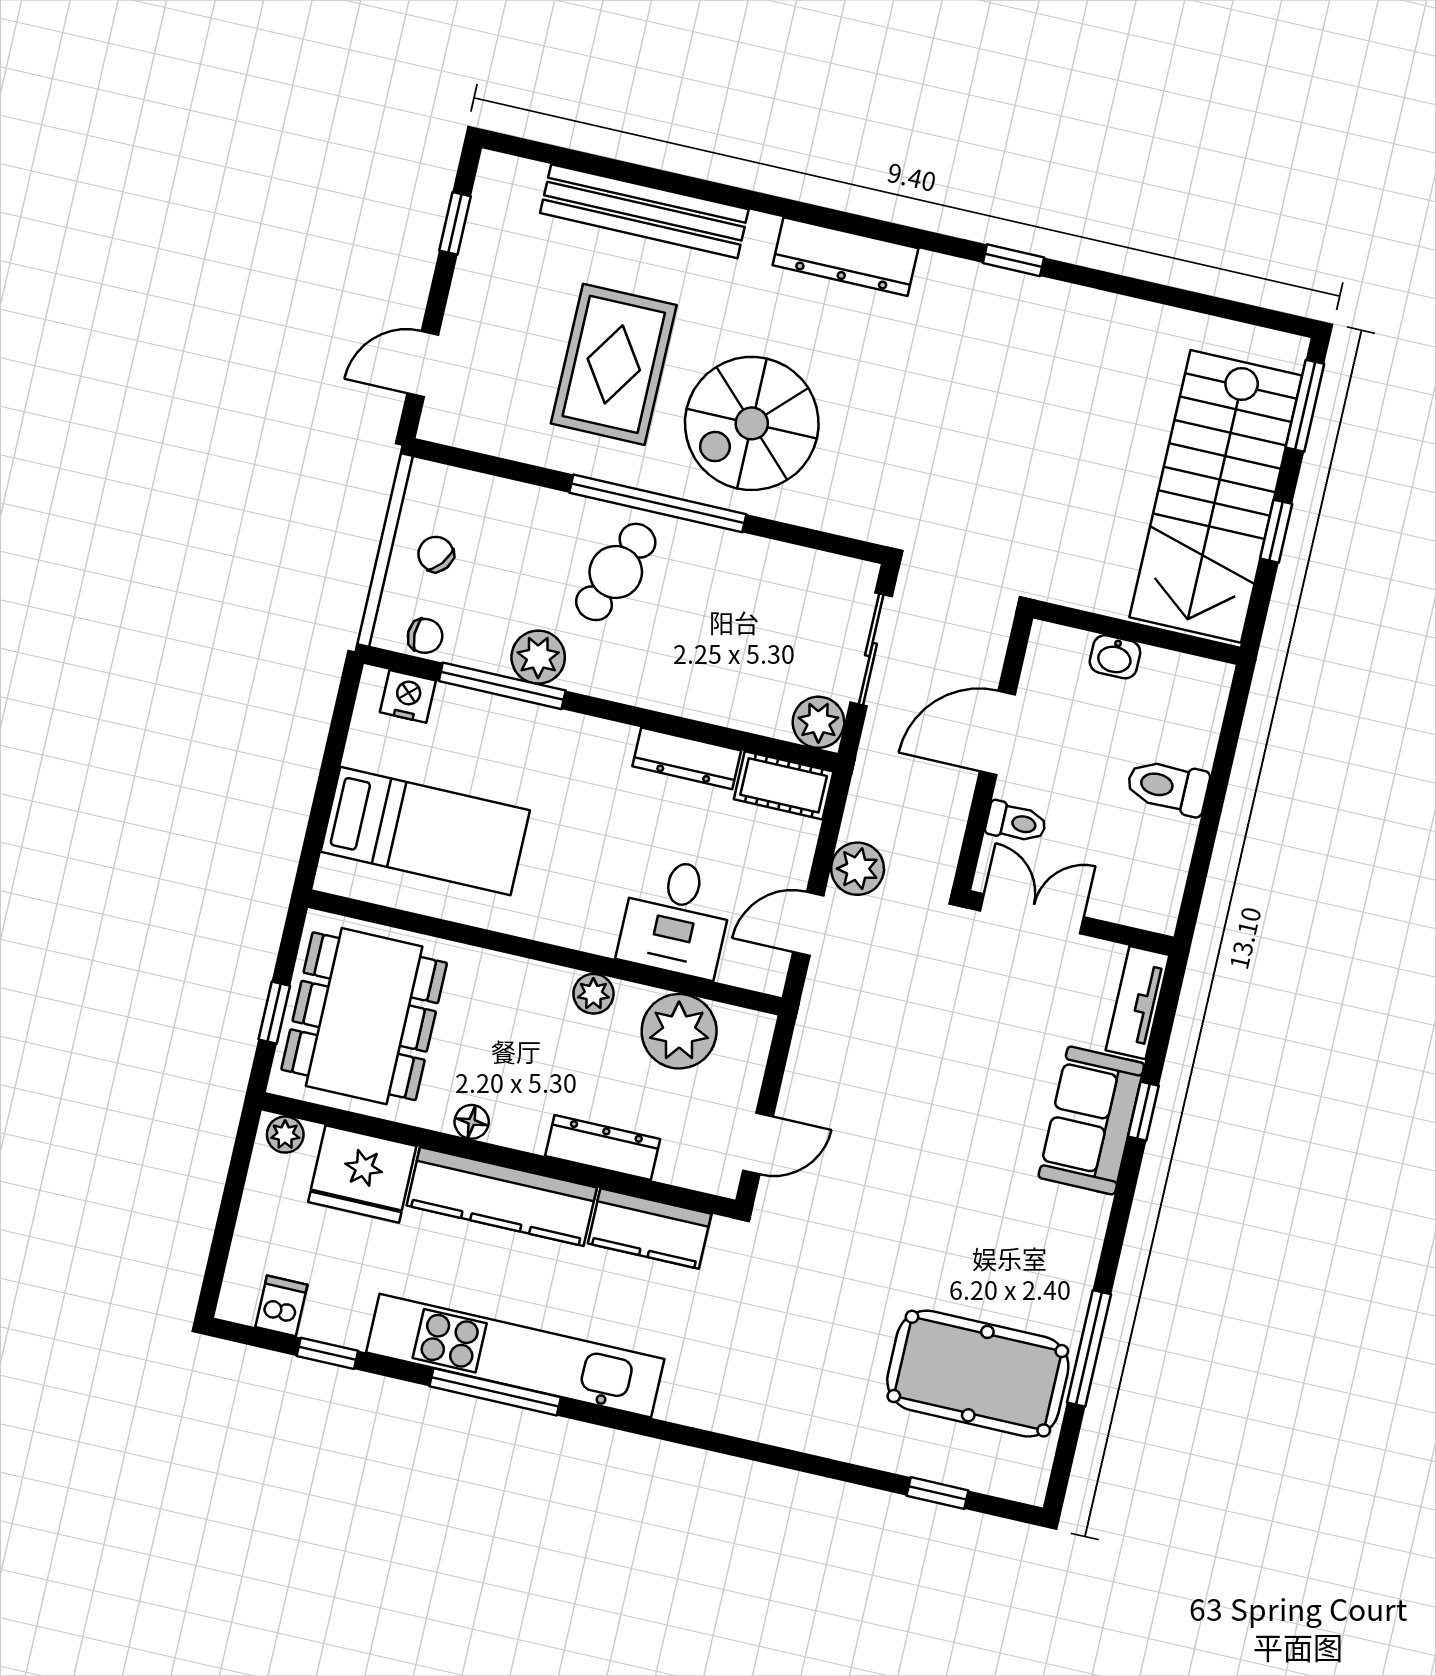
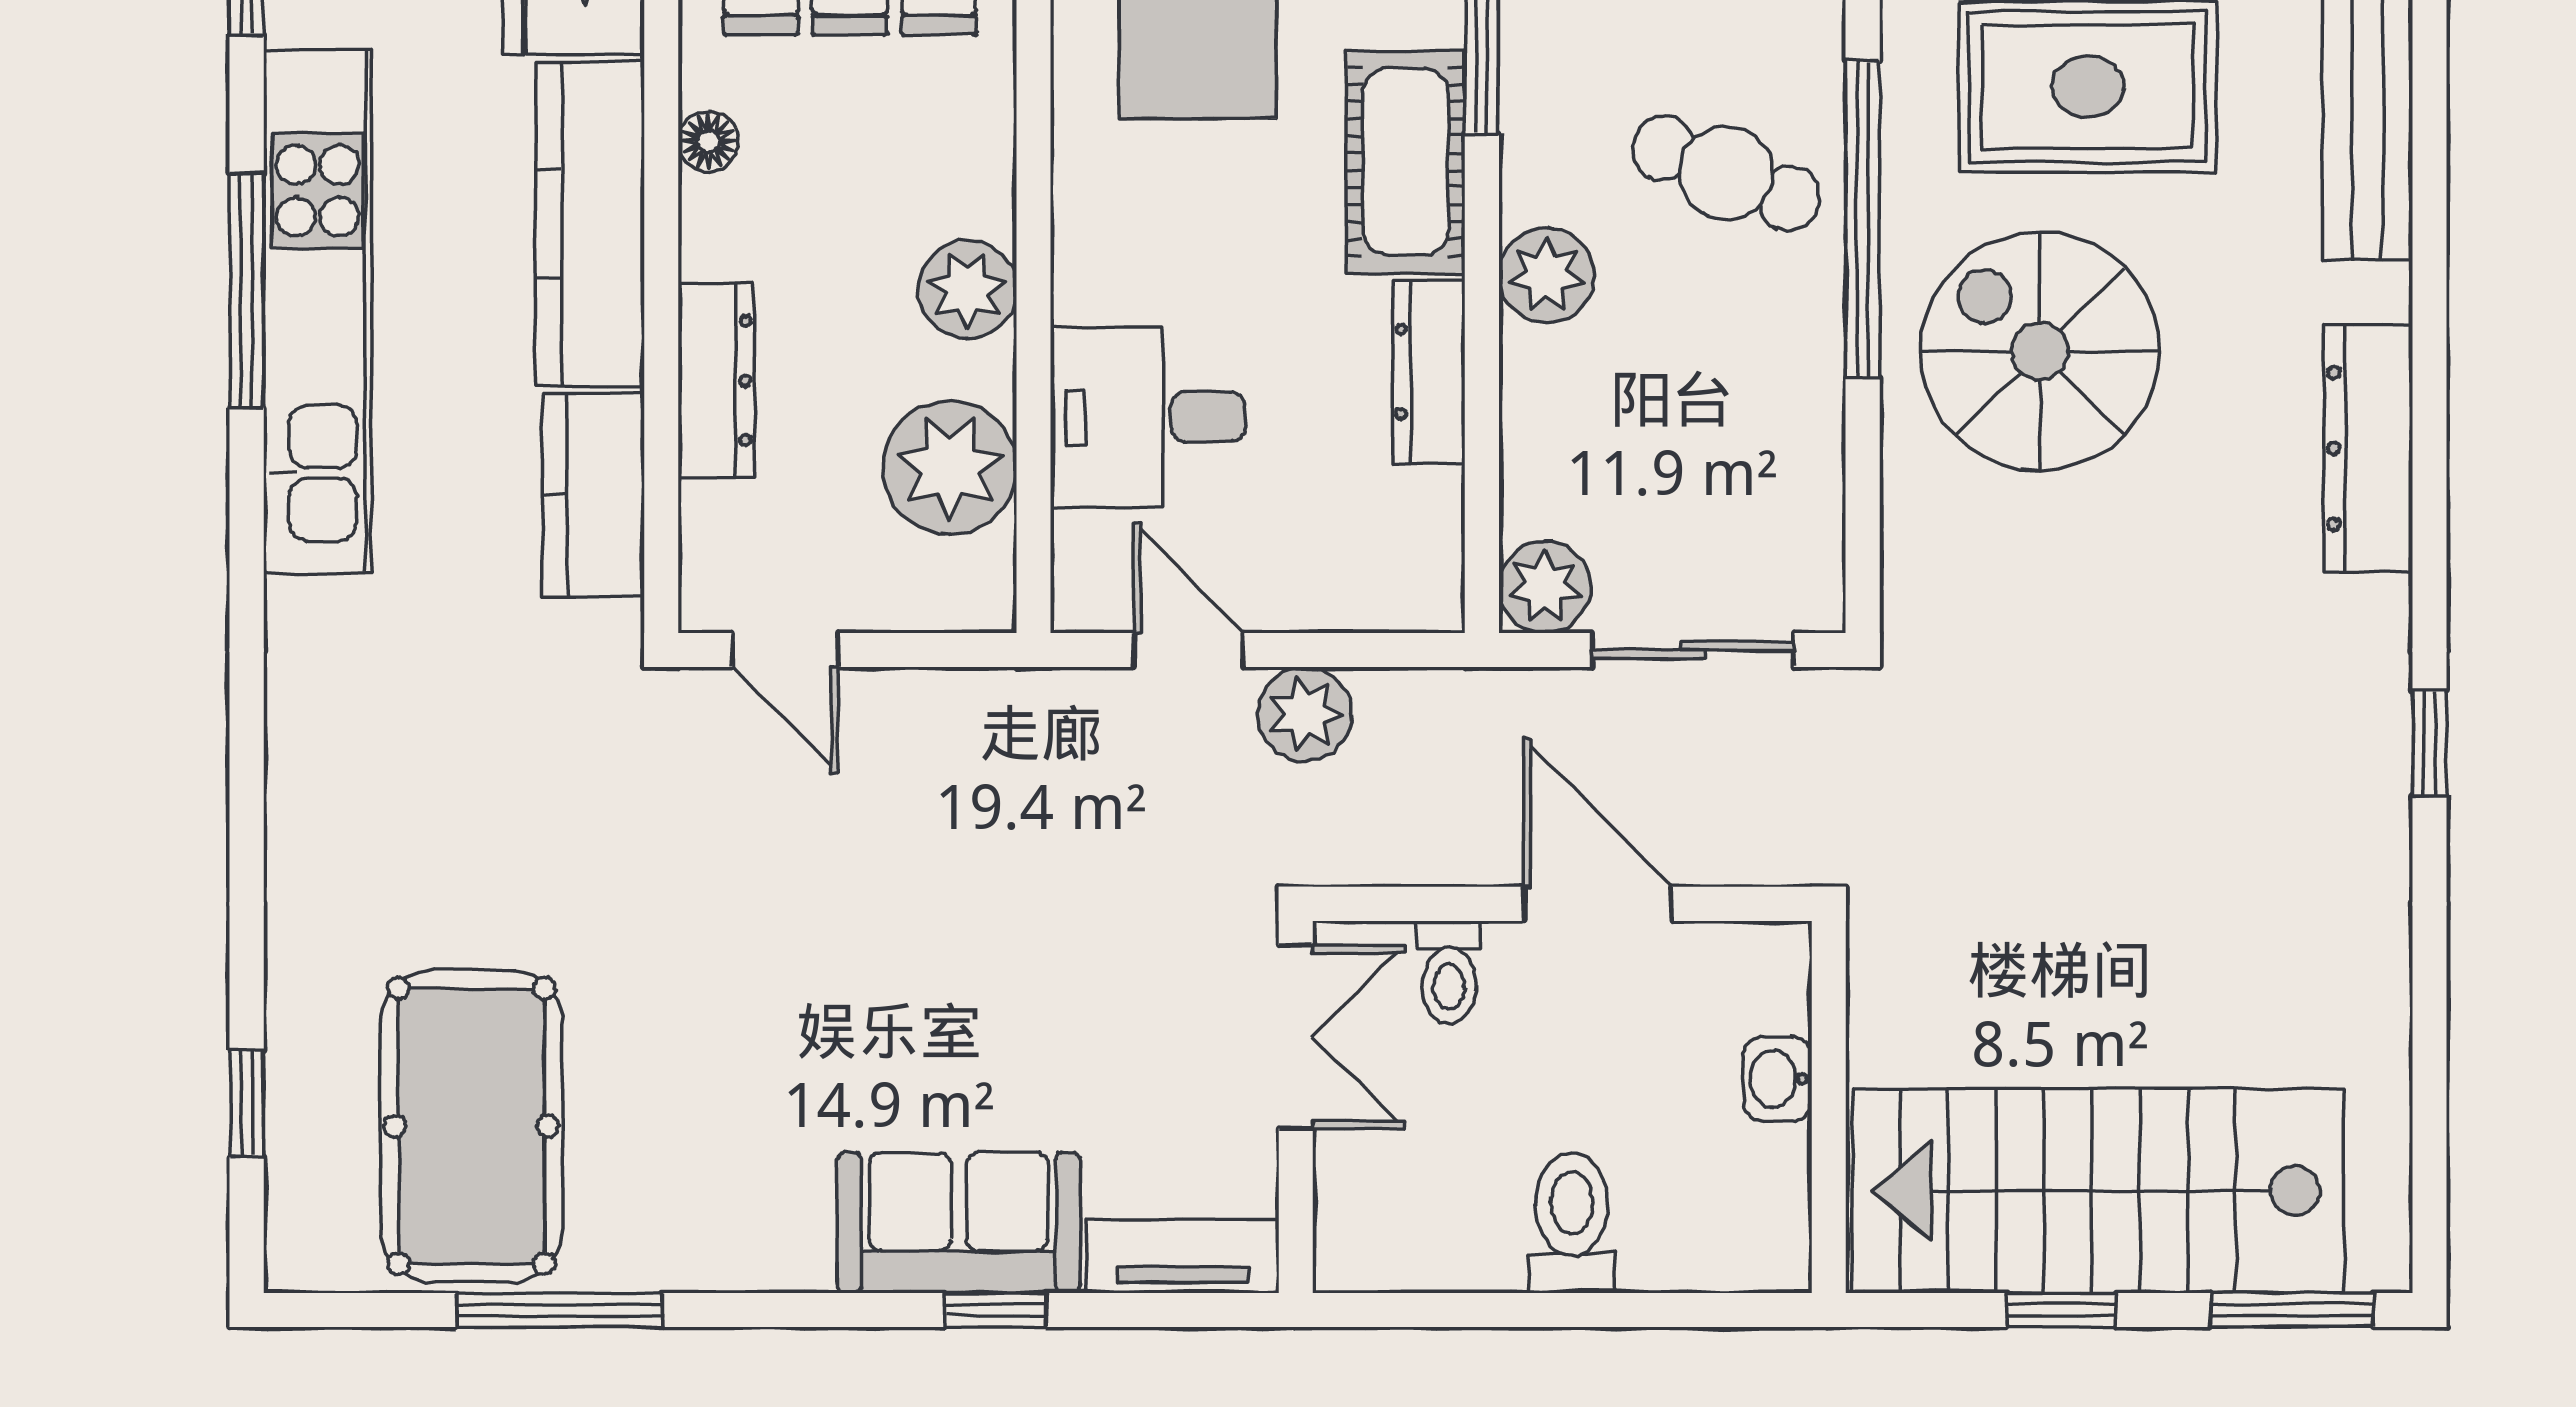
plant: (538, 657) -> (1546, 275), moved
cot: (784, 785) -> (1406, 162), moved, width x1.37, depth x1.34
plant: (593, 994) -> (967, 290), width x1.38, depth x1.38

